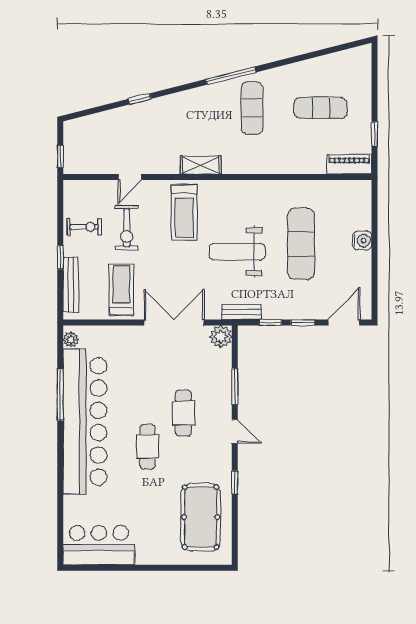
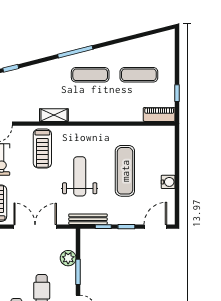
exercise mat: (252, 108) -> (90, 75), turned 90
water cooler: (362, 241) -> (168, 182), moved
weight bench: (237, 252) -> (80, 176), turned 90
bench: (242, 312) -> (88, 219), width x1.36
plant: (221, 337) -> (68, 258), moved

